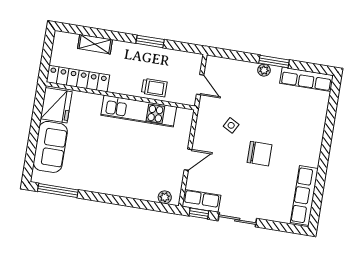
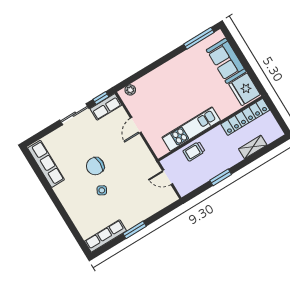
plant: (264, 70) -> (136, 219), removed
side table: (231, 125) -> (102, 190), moved

